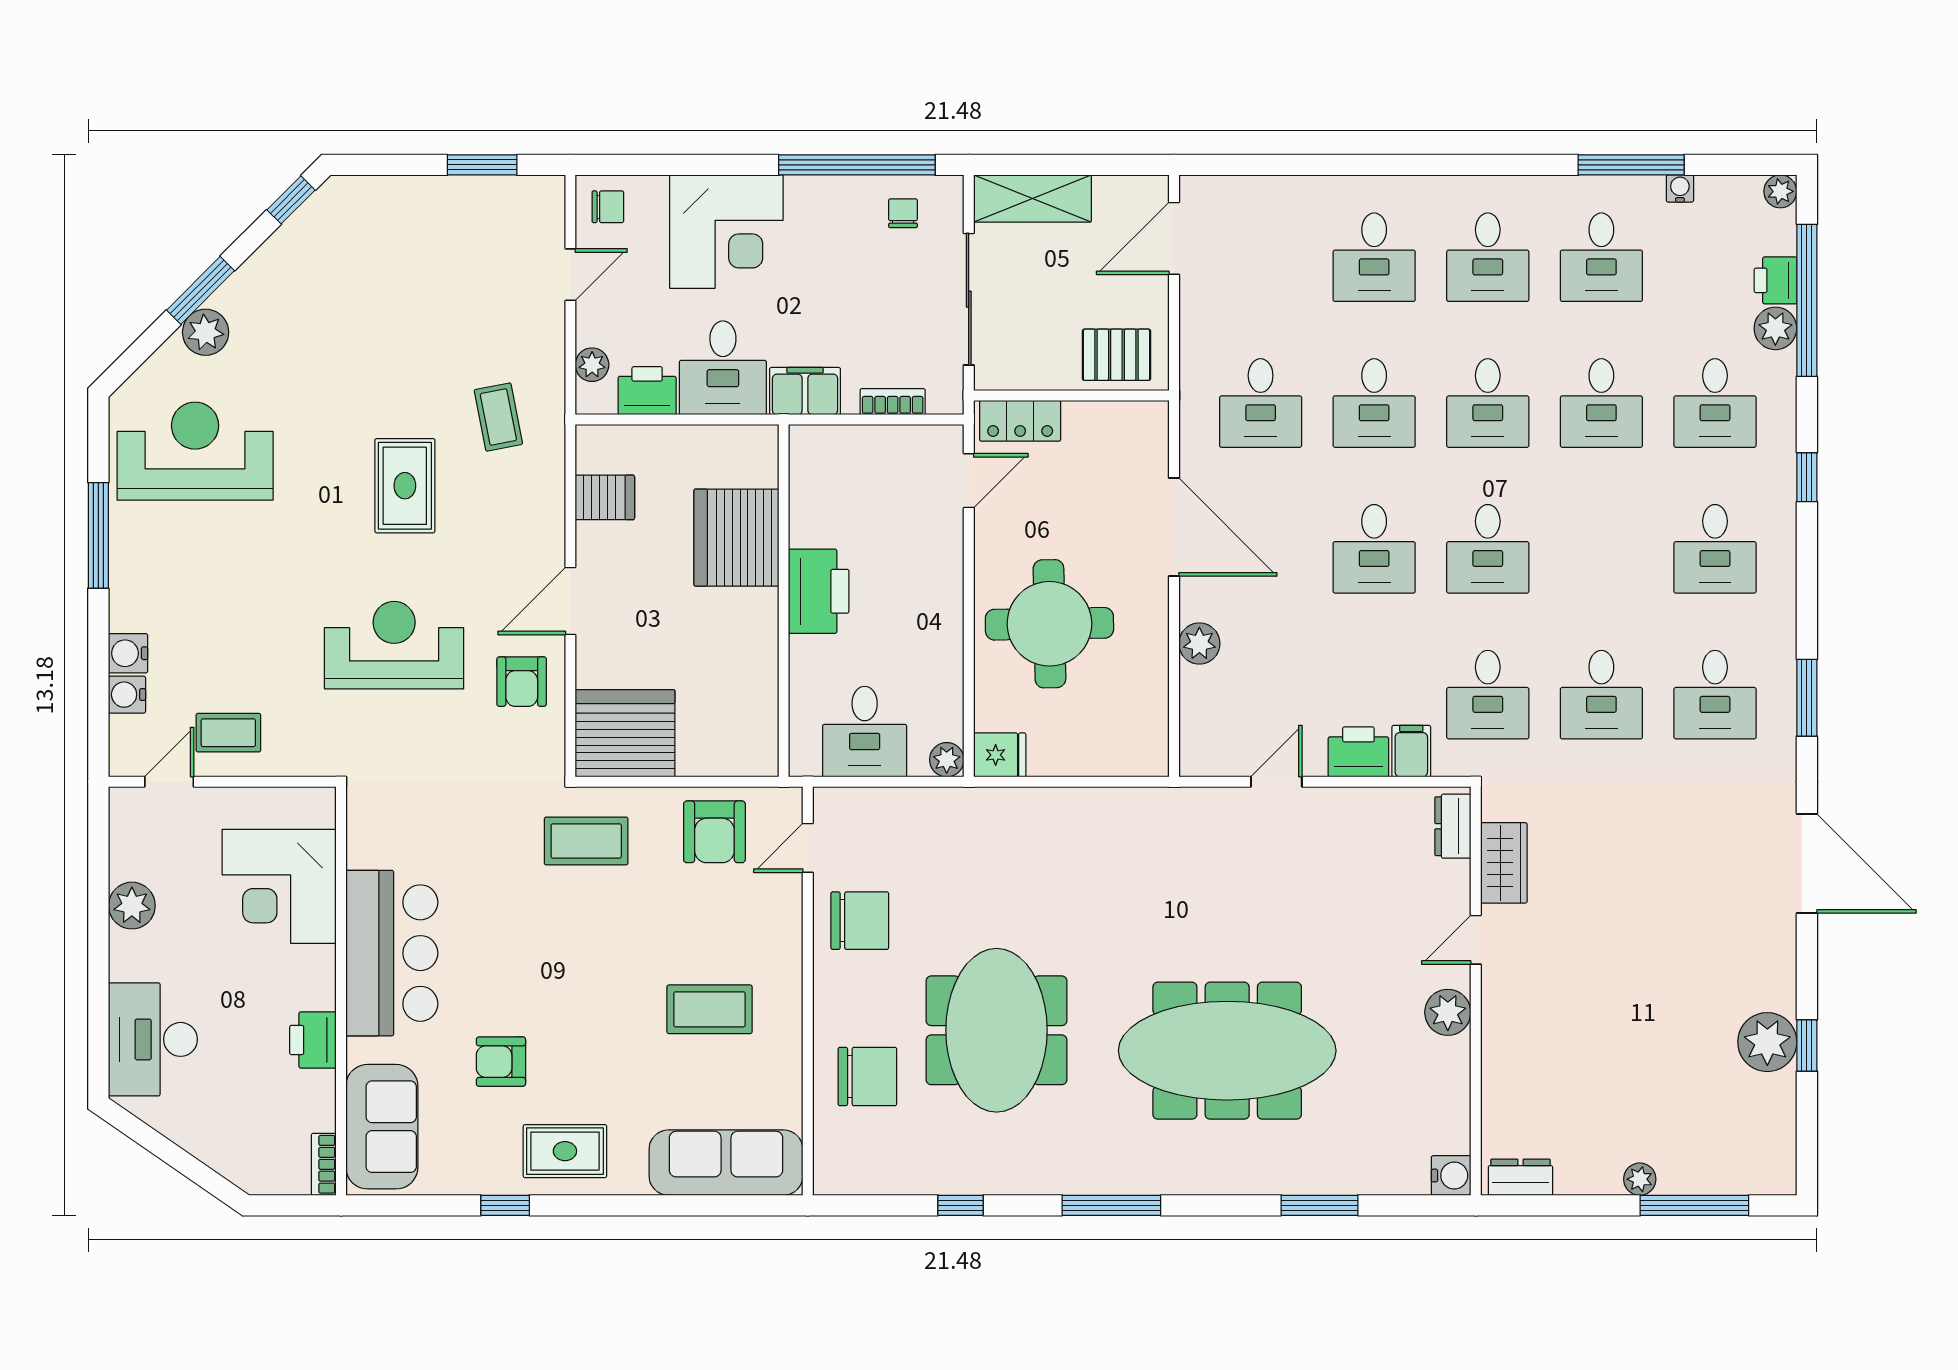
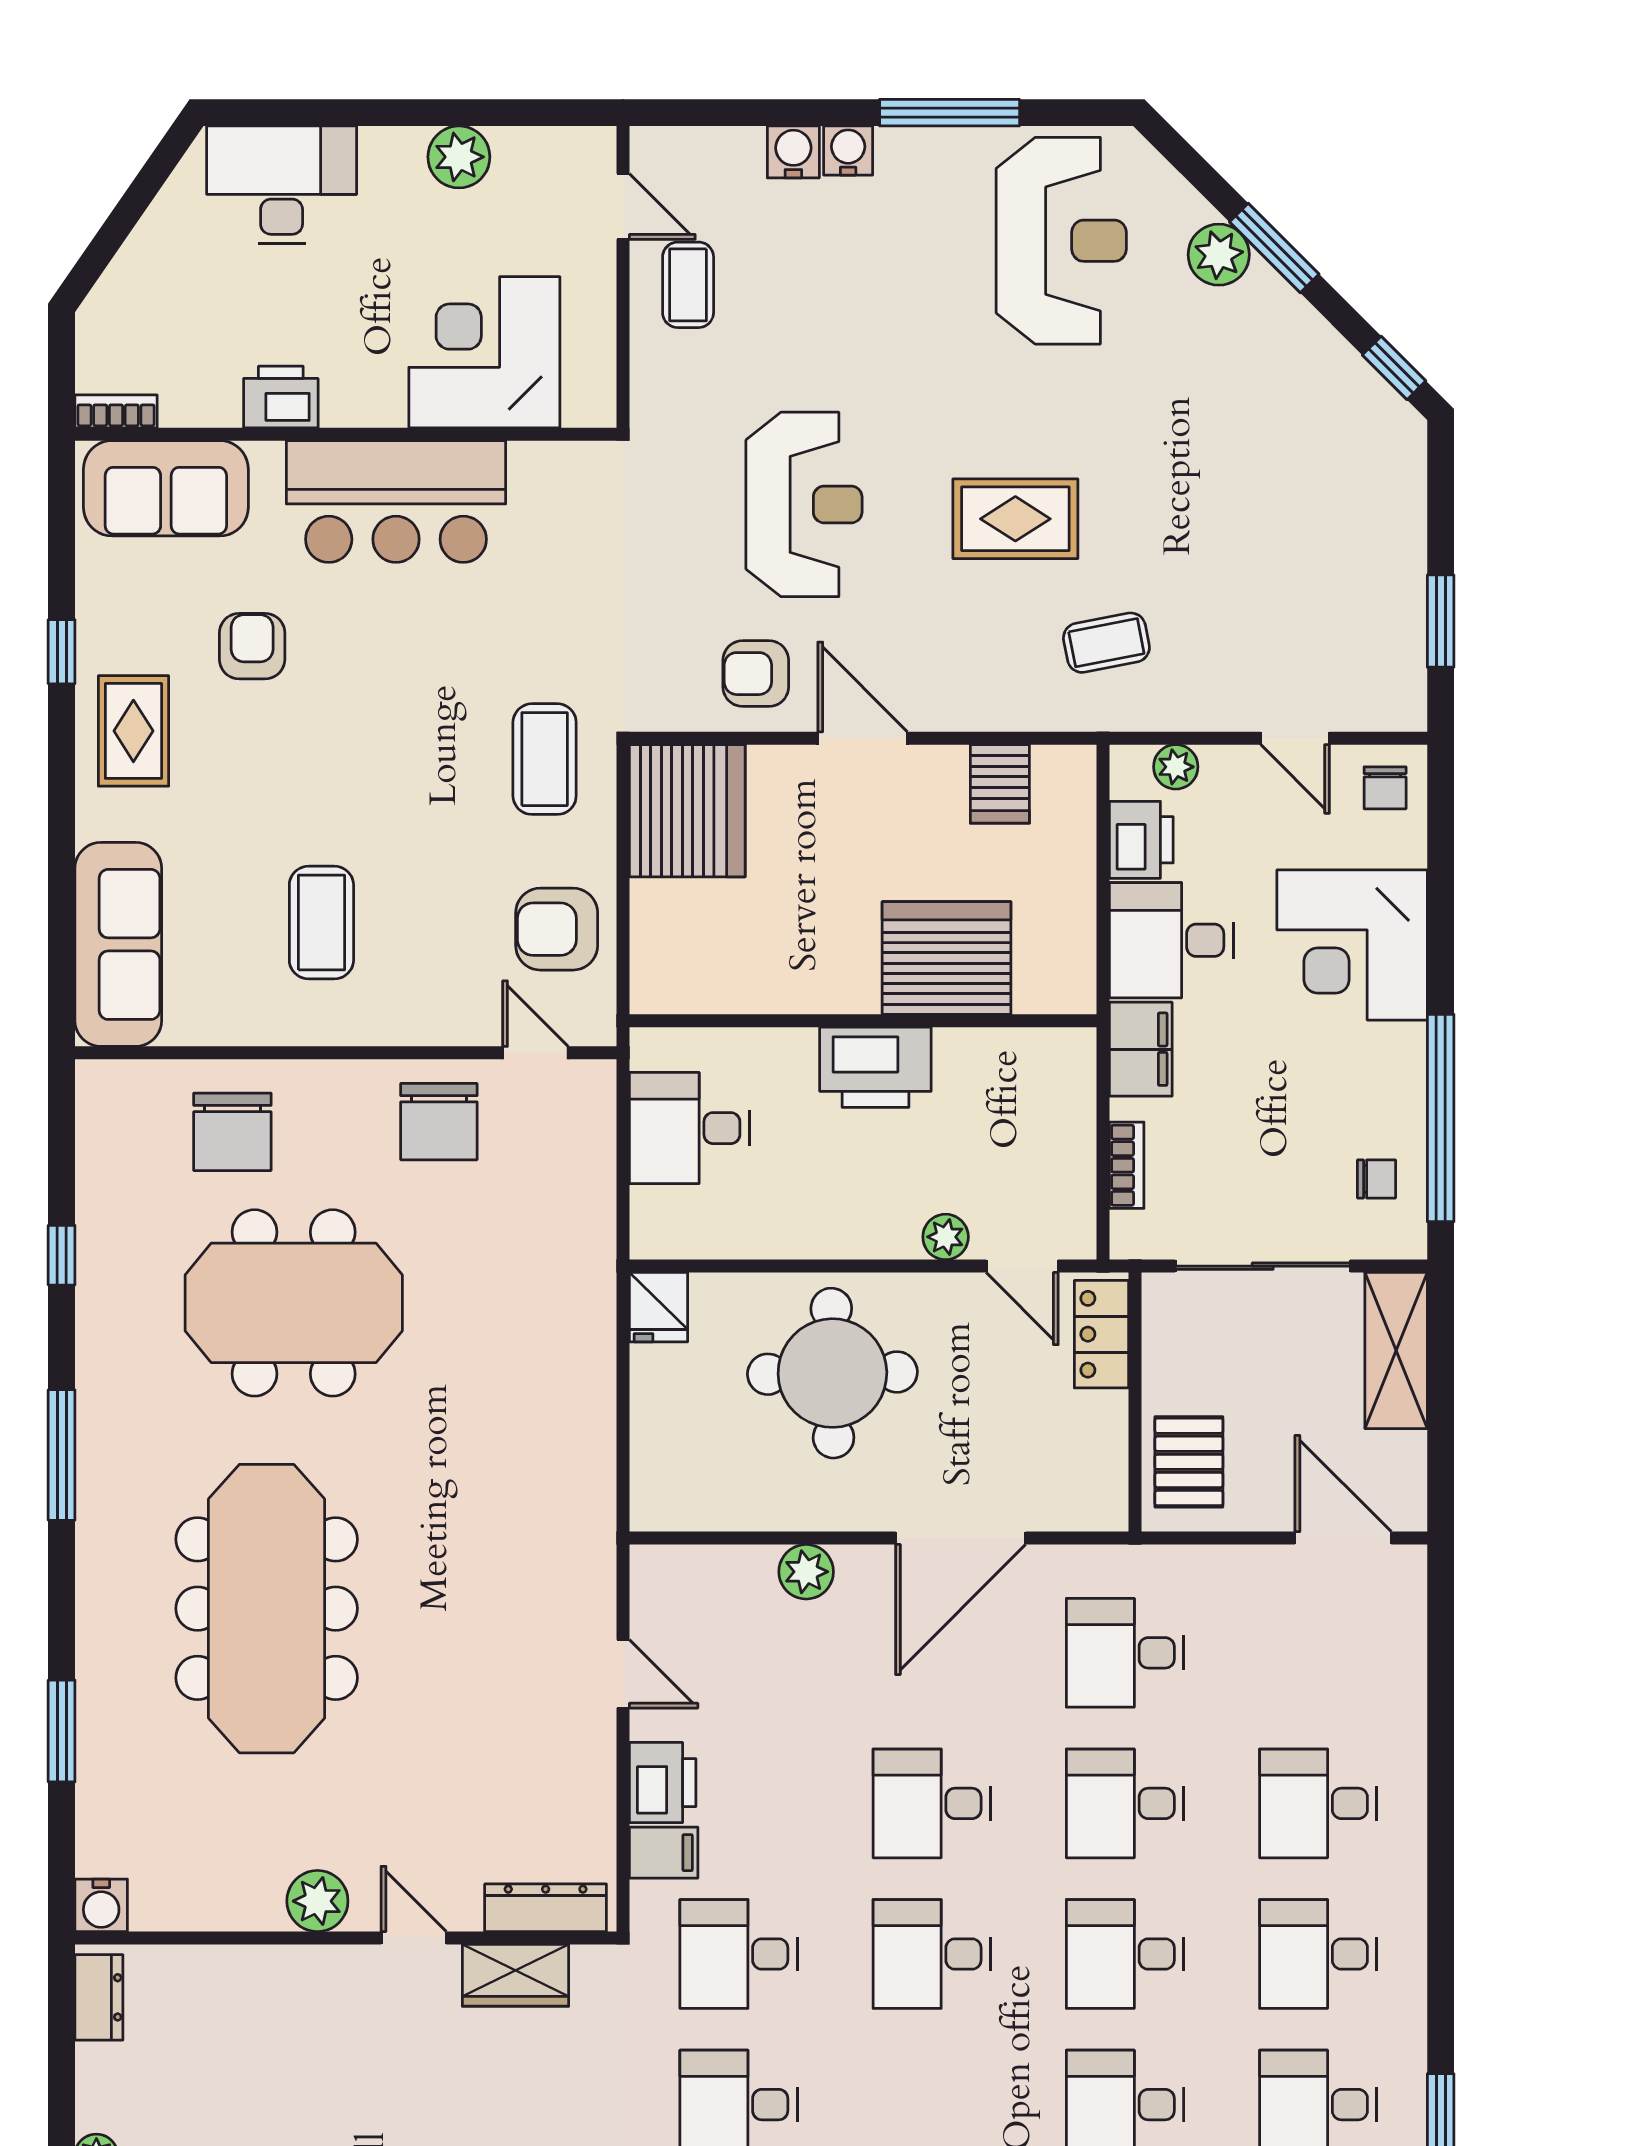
water cooler: (127, 695) -> (848, 151), moved
plant: (947, 760) -> (946, 1237), moved
dresser: (1453, 826) -> (546, 1908), width x1.44

